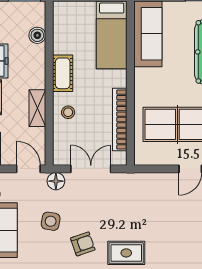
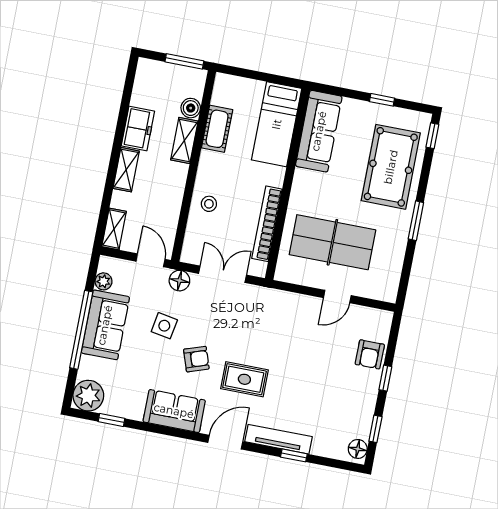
cot: (63, 73) -> (217, 129), moved
shelving: (37, 108) -> (184, 140), moved

